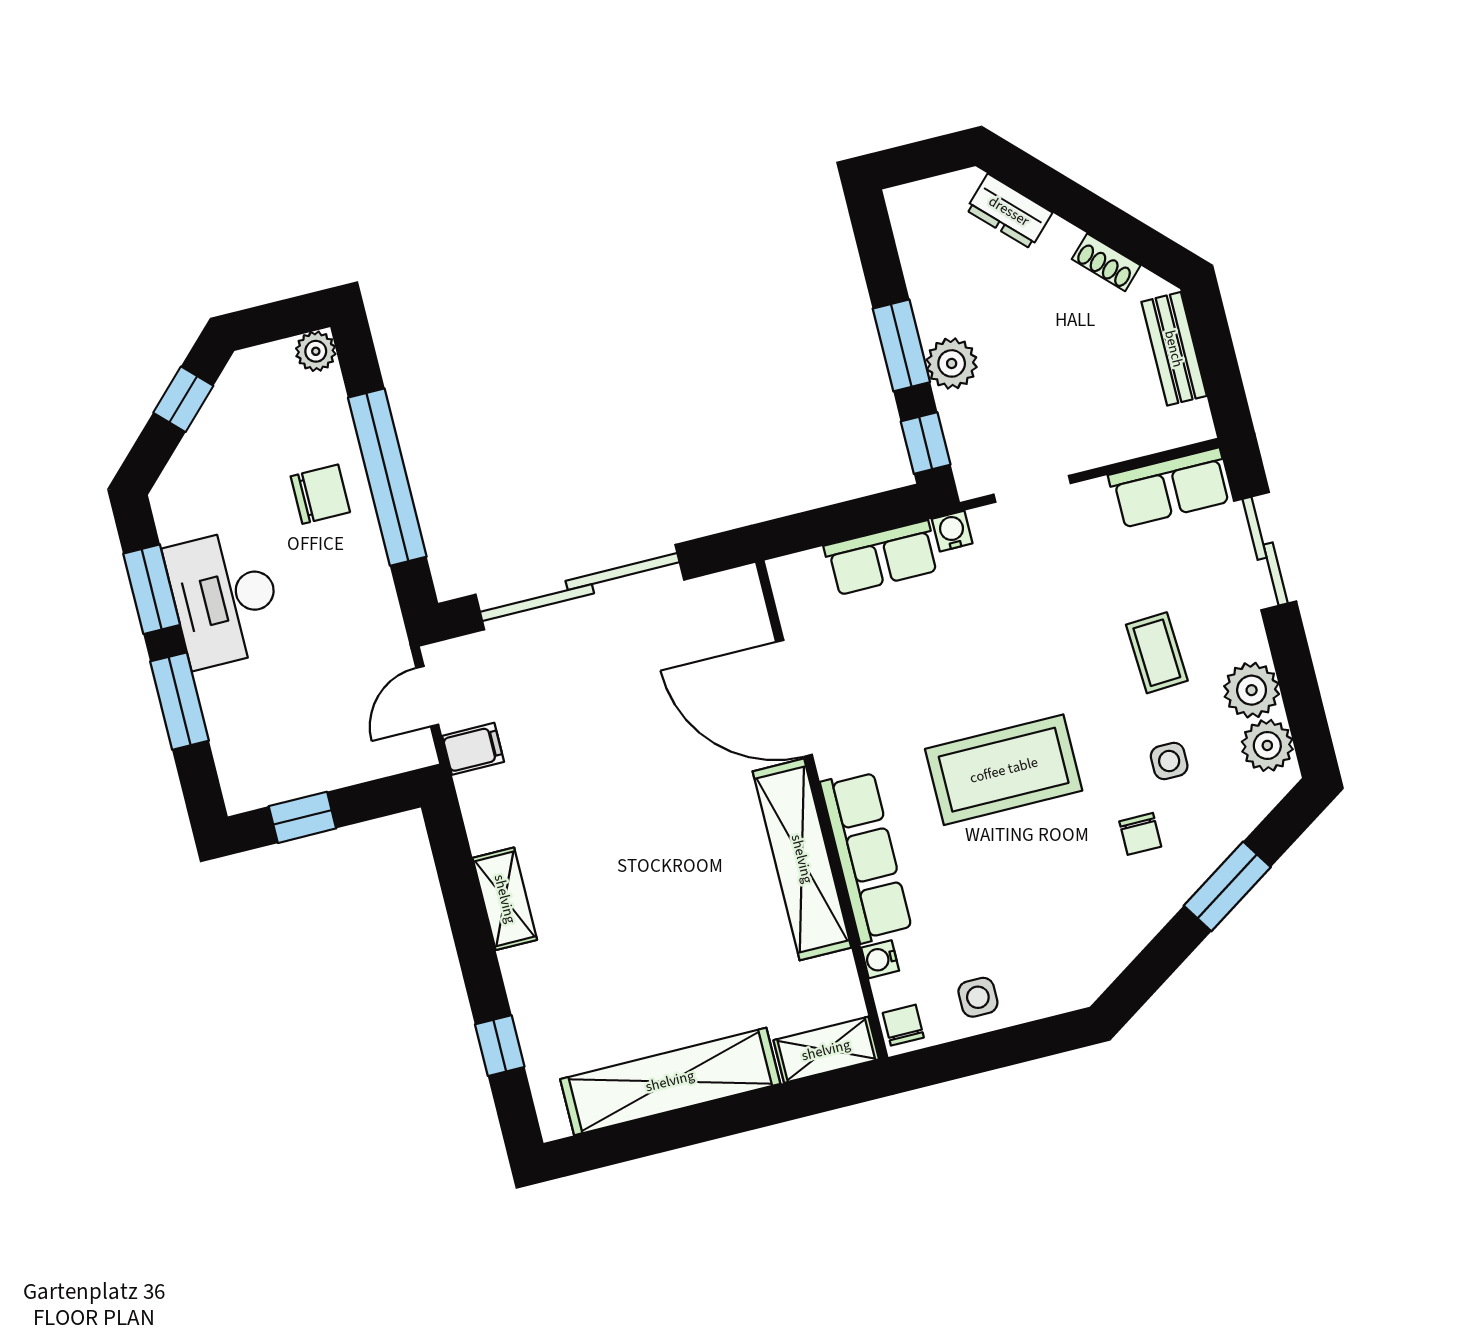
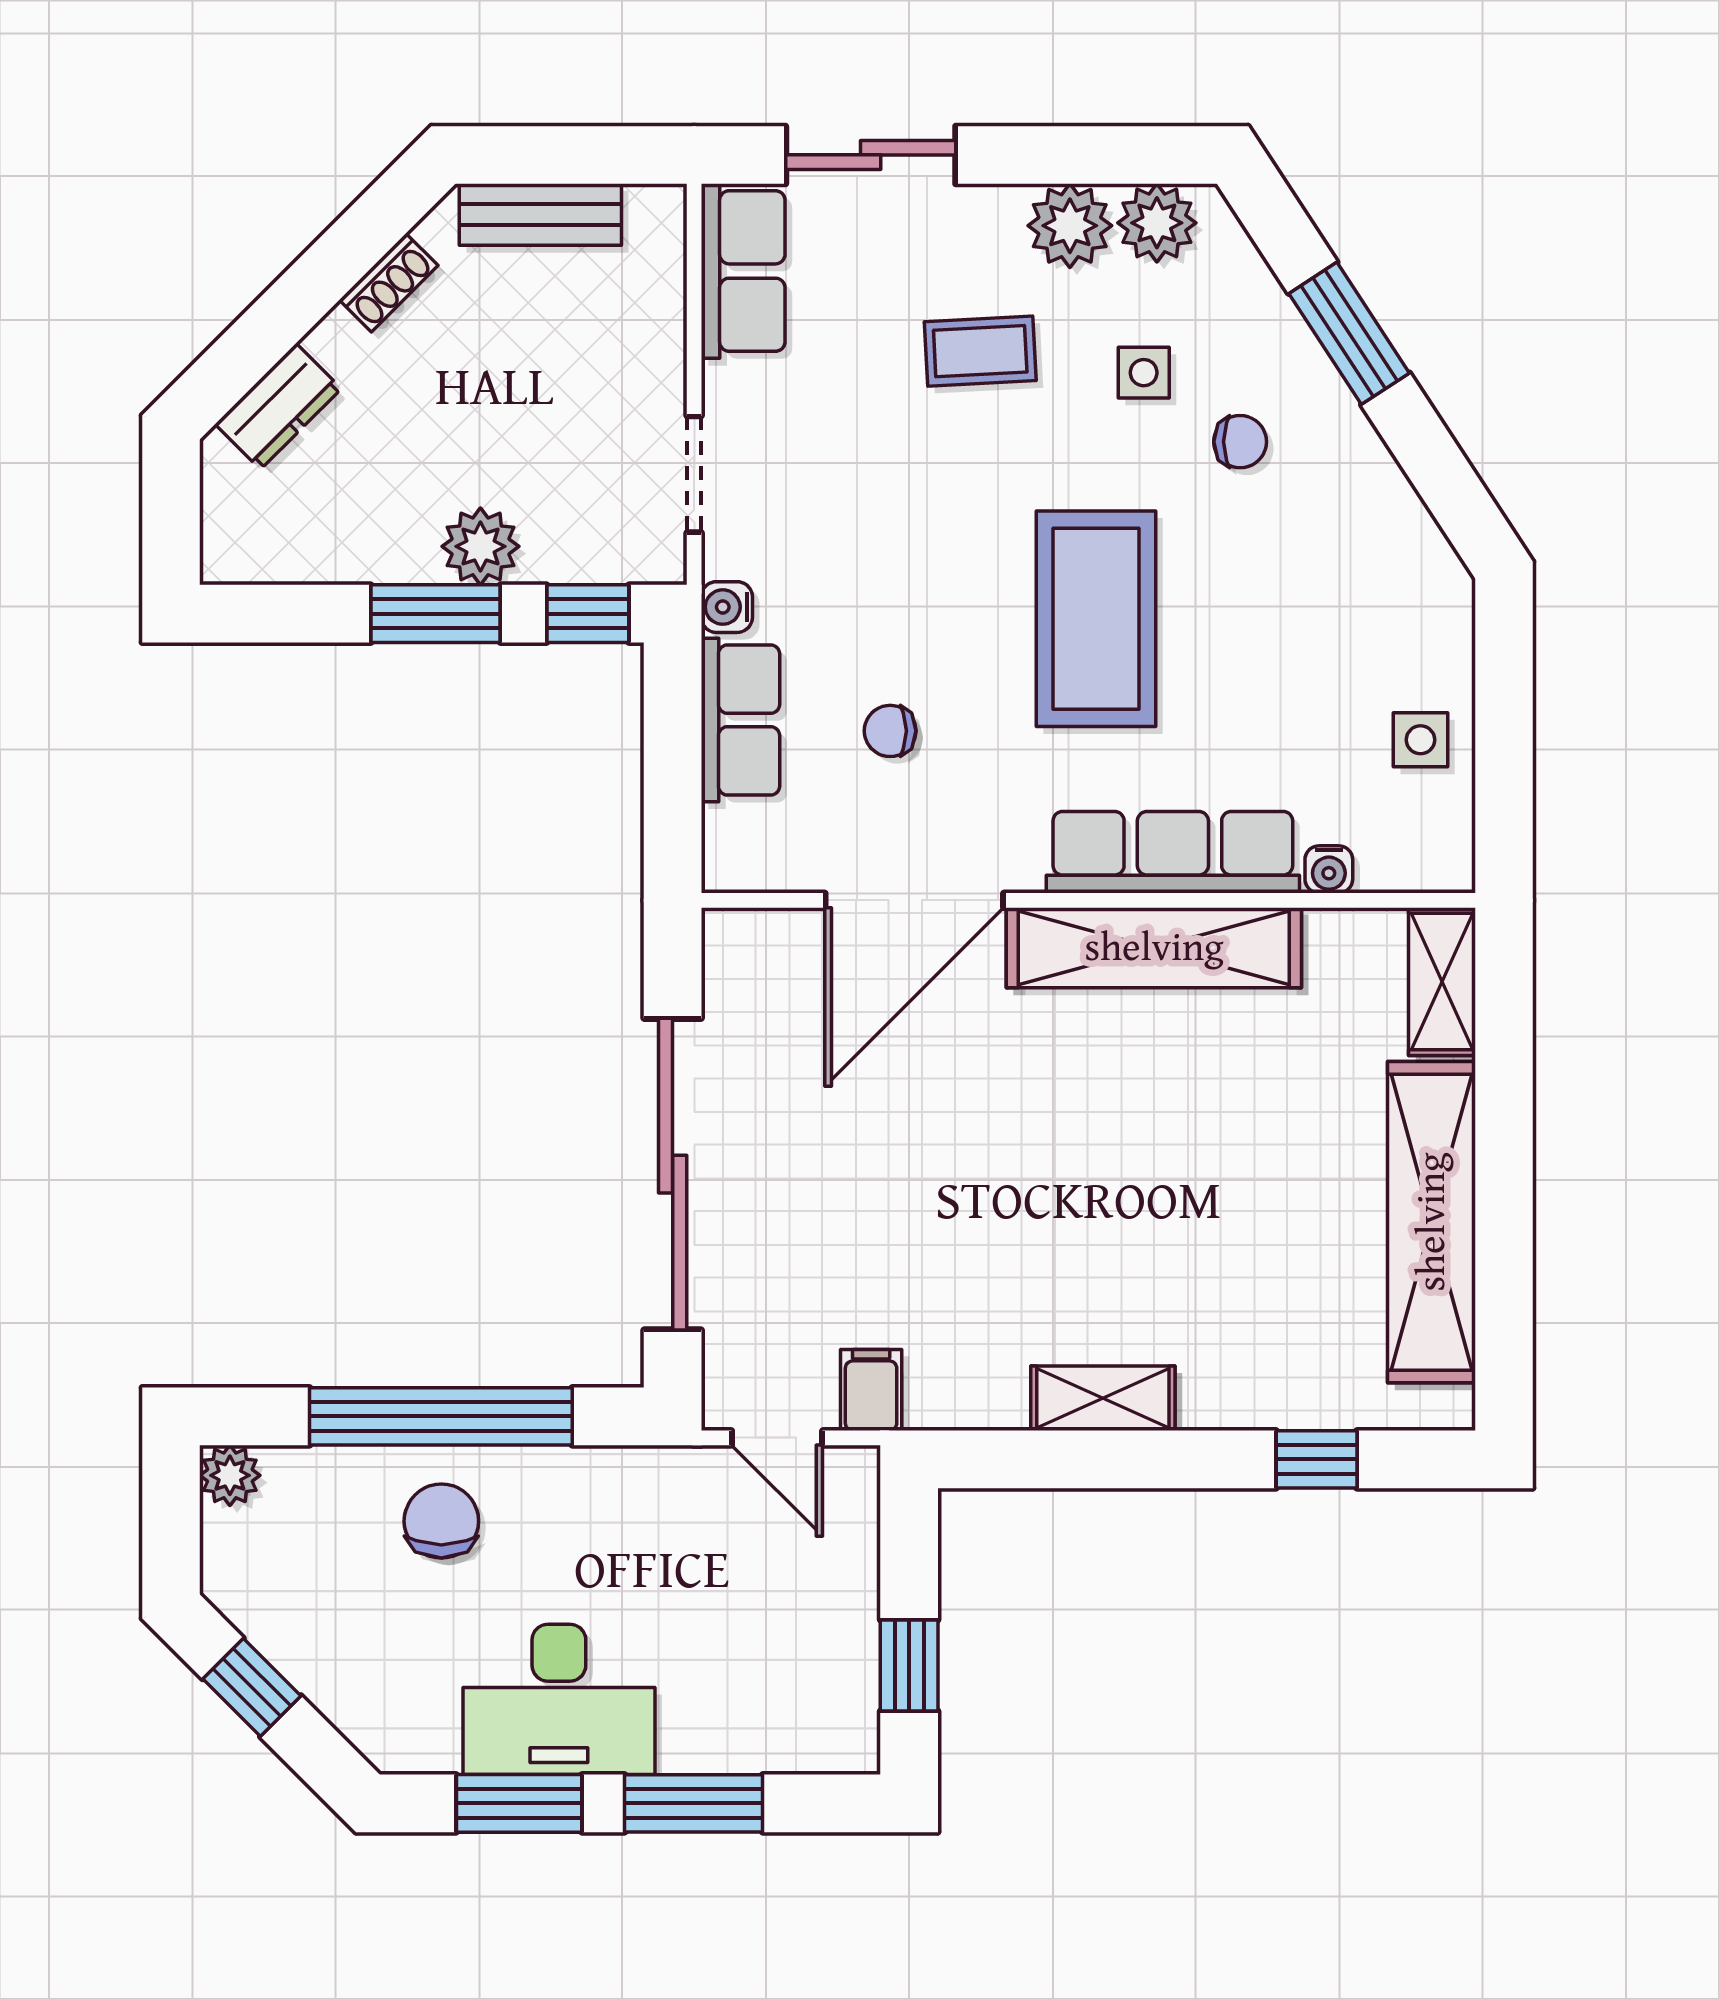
chair: (903, 1025) -> (890, 731), moved

